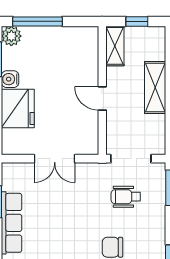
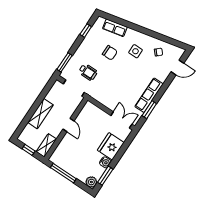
window: (37, 21) -> (63, 173), moved
double door: (55, 159) -> (121, 120), moved

